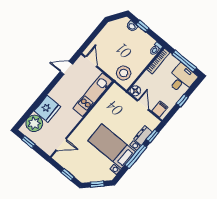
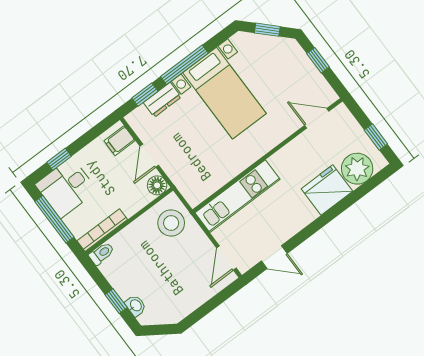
window: (182, 100) -> (59, 159), moved

